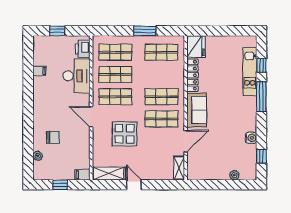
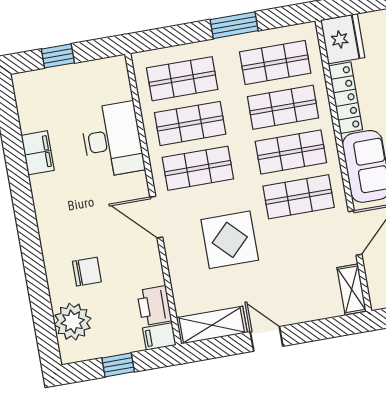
printer: (83, 49) -> (154, 306), moved
filing cabinet: (39, 71) -> (38, 153), width x2.00
shop shelf: (161, 74) -> (283, 107), added
plant: (38, 156) -> (73, 322), width x1.87, depth x1.87

